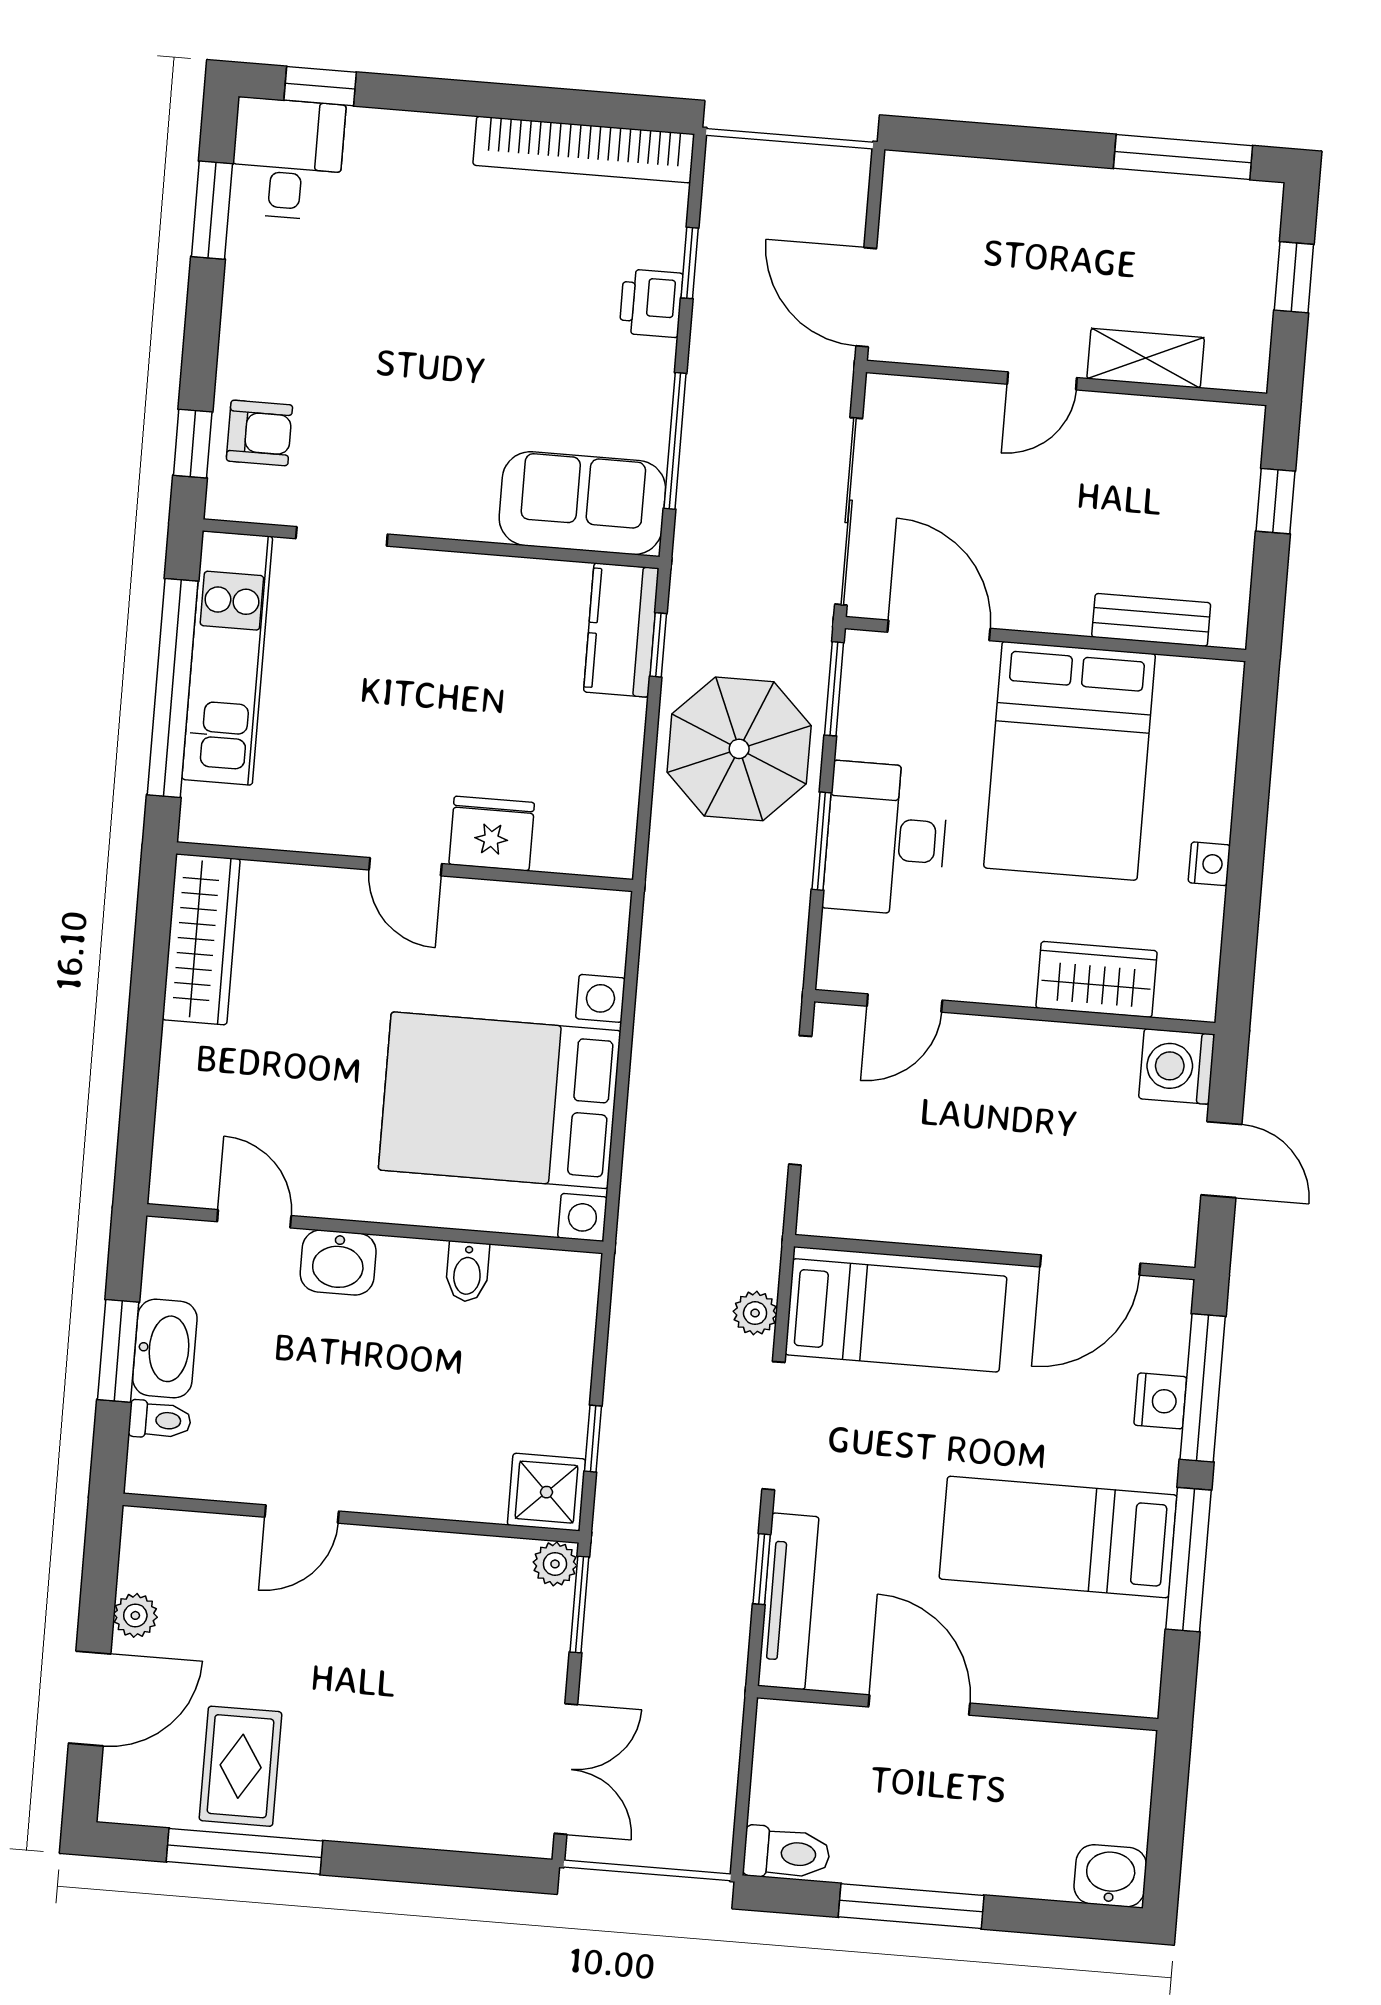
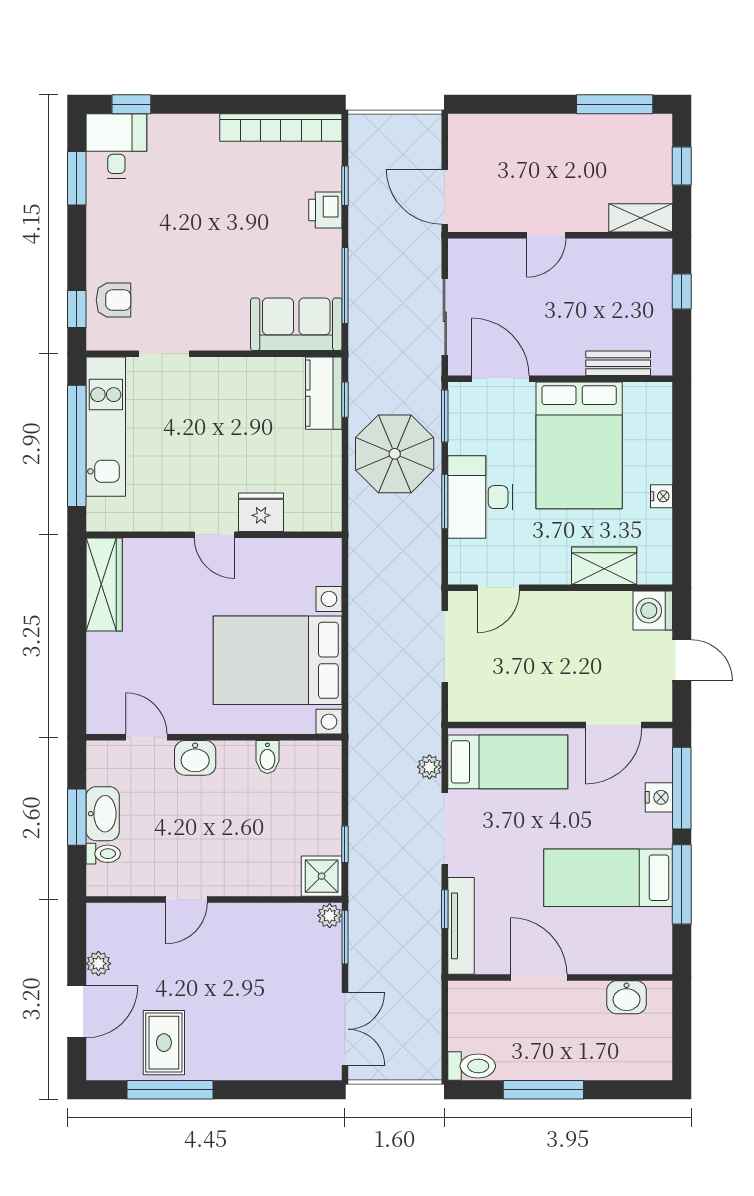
shelving: (1146, 358) -> (641, 218), moved
sliding door: (849, 511) -> (445, 317), width x0.73
washbasin: (1110, 1876) -> (627, 997), moved, turned 180

